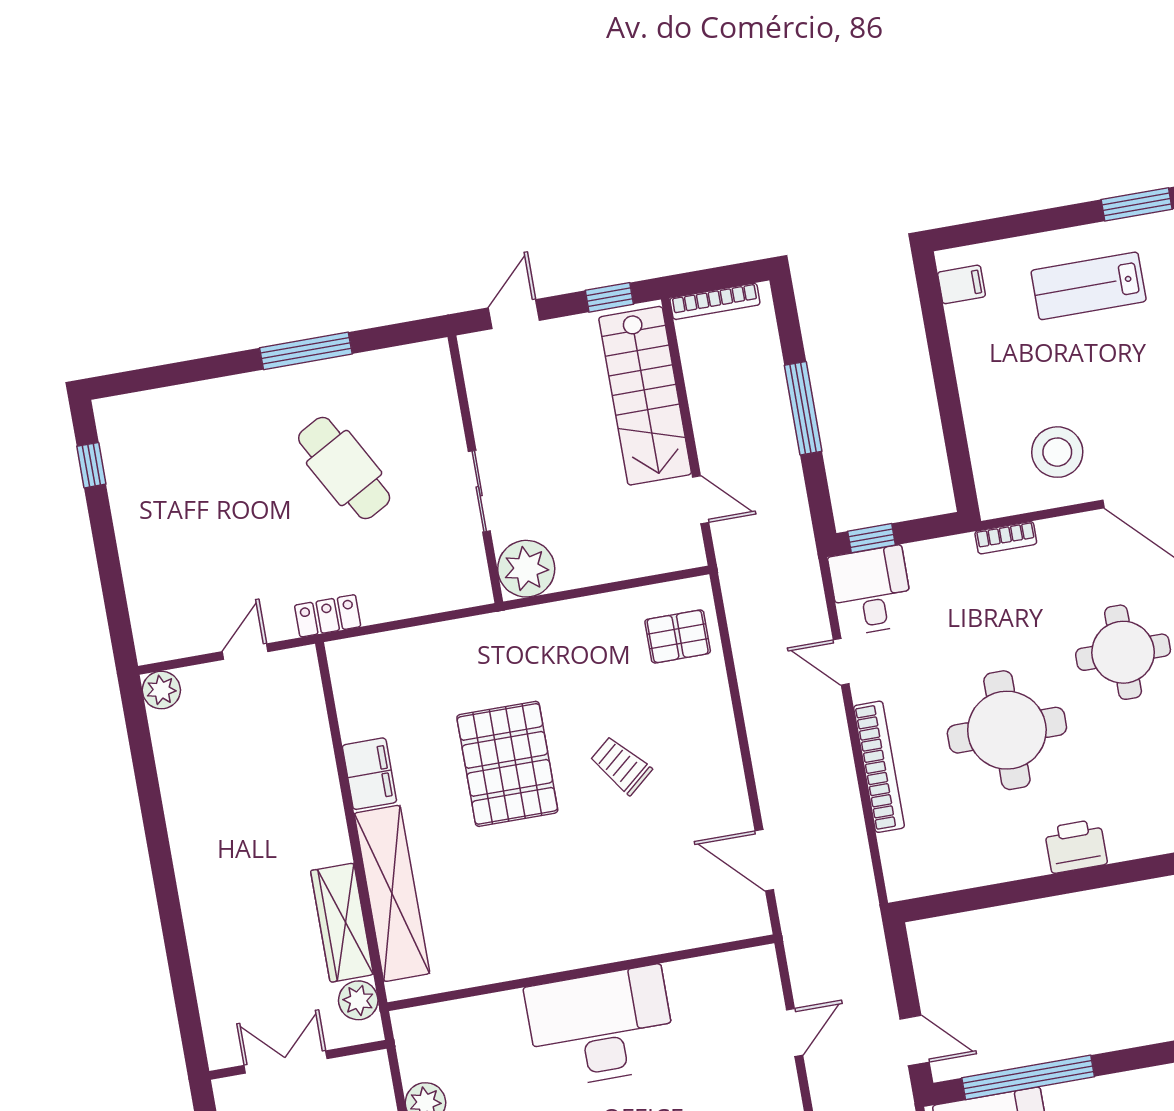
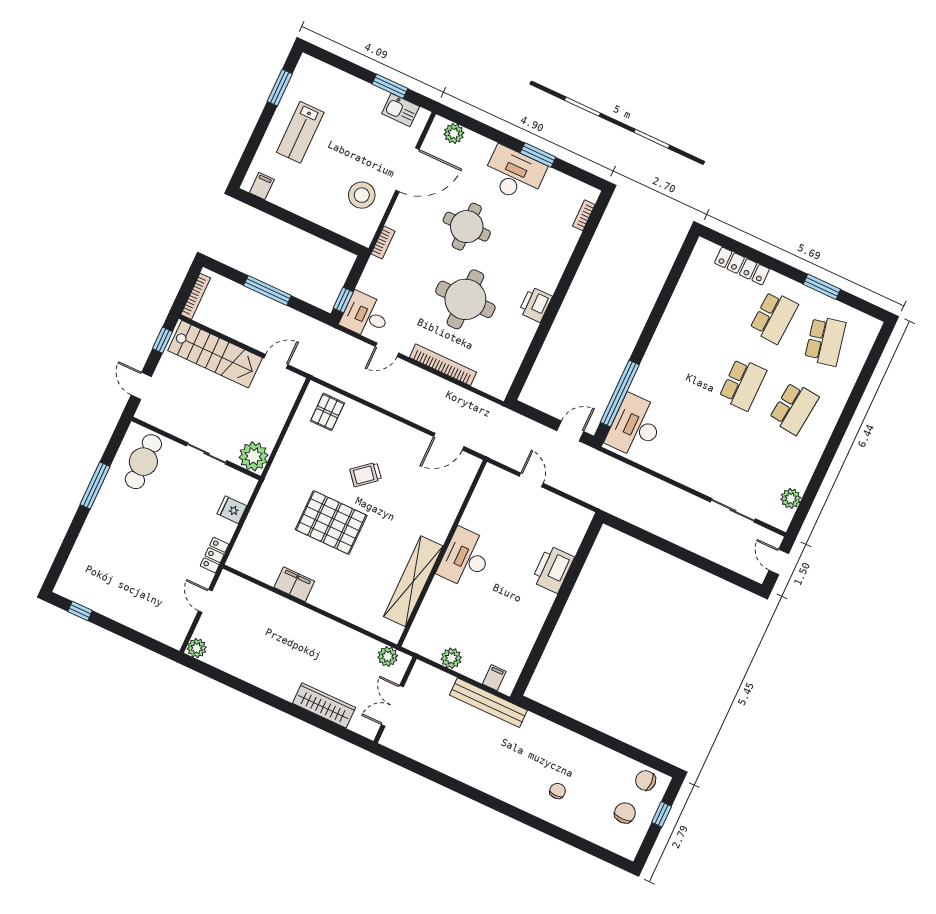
cafe table: (344, 468) -> (143, 462), moved, turned -61
fridge: (418, 593) -> (232, 510), added
shelving: (392, 893) -> (413, 581), moved, turned 90
wardrobe: (342, 923) -> (324, 705), moved, turned 180
desk: (601, 1027) -> (465, 558), width x0.73, depth x0.77

